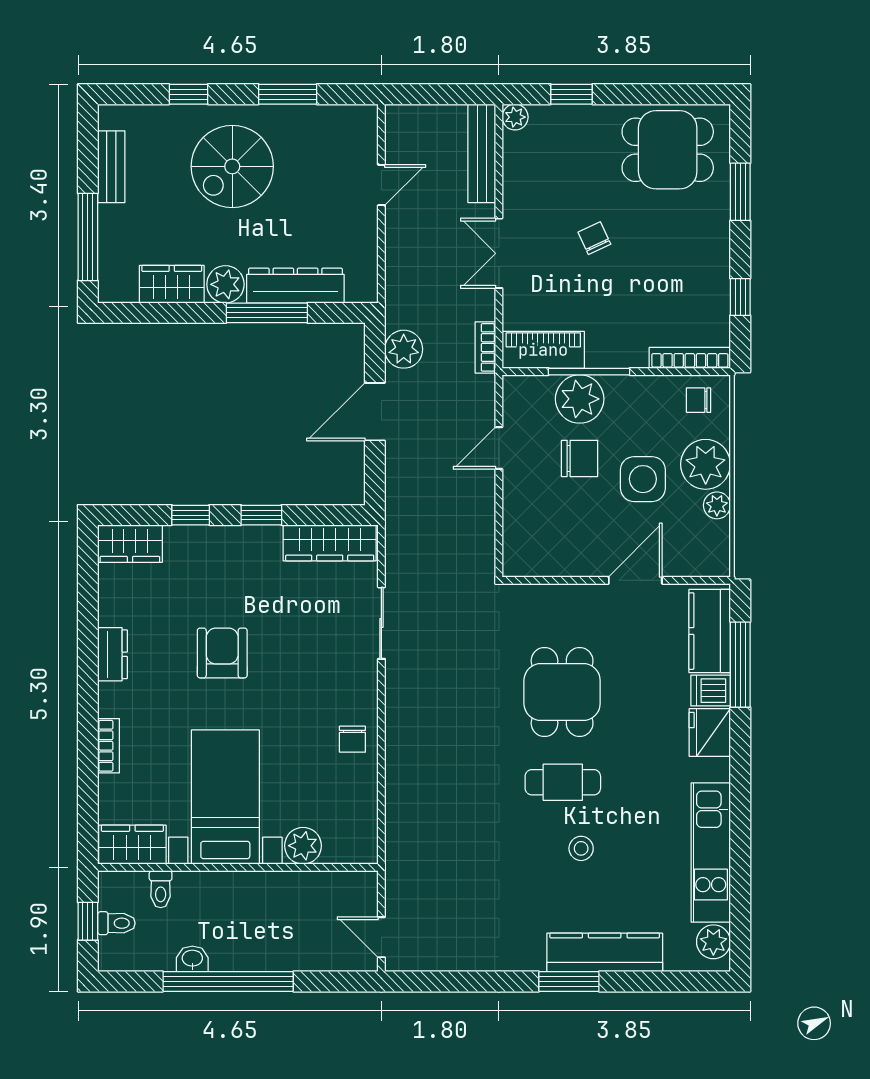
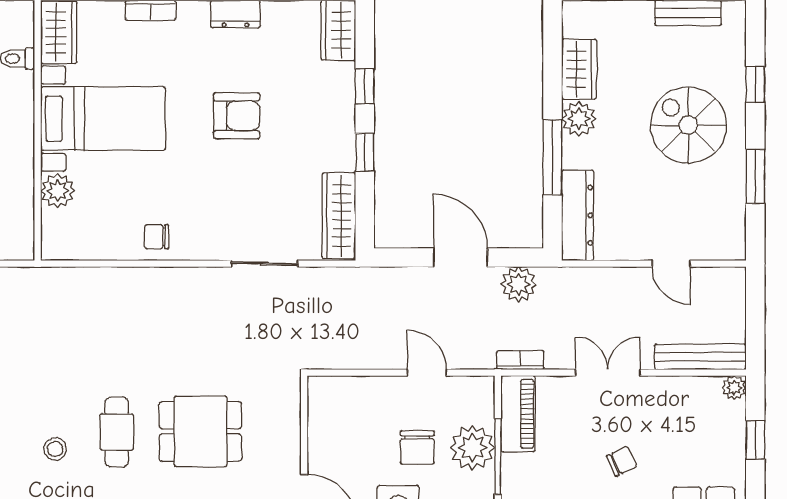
dresser: (295, 286) -> (578, 215), moved

